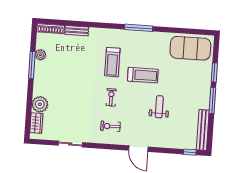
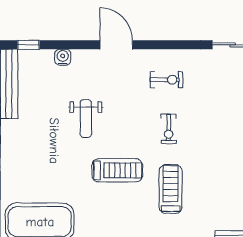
treadmill: (143, 75) -> (117, 170), turned 180
water cooler: (170, 144) -> (63, 57), added

